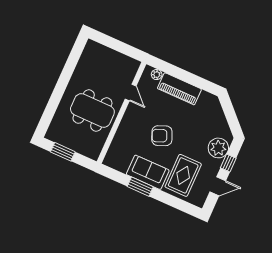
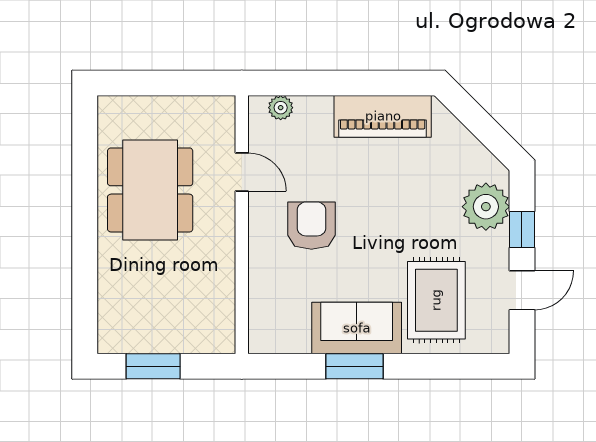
piano: (179, 89) -> (383, 116), moved
dining table: (92, 111) -> (150, 190), moved, turned 90
armchair: (162, 136) -> (311, 226), moved, turned 113

